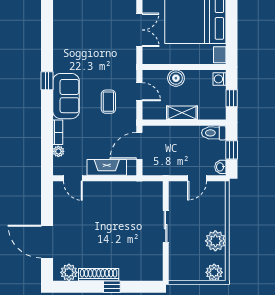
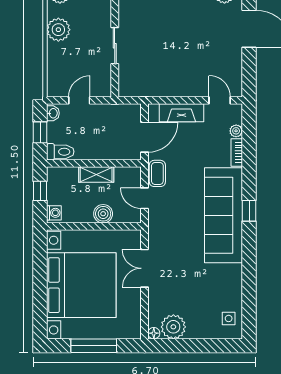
sofa: (66, 96) -> (223, 215), width x1.85, depth x1.27
coffee table: (108, 102) -> (157, 173), moved

